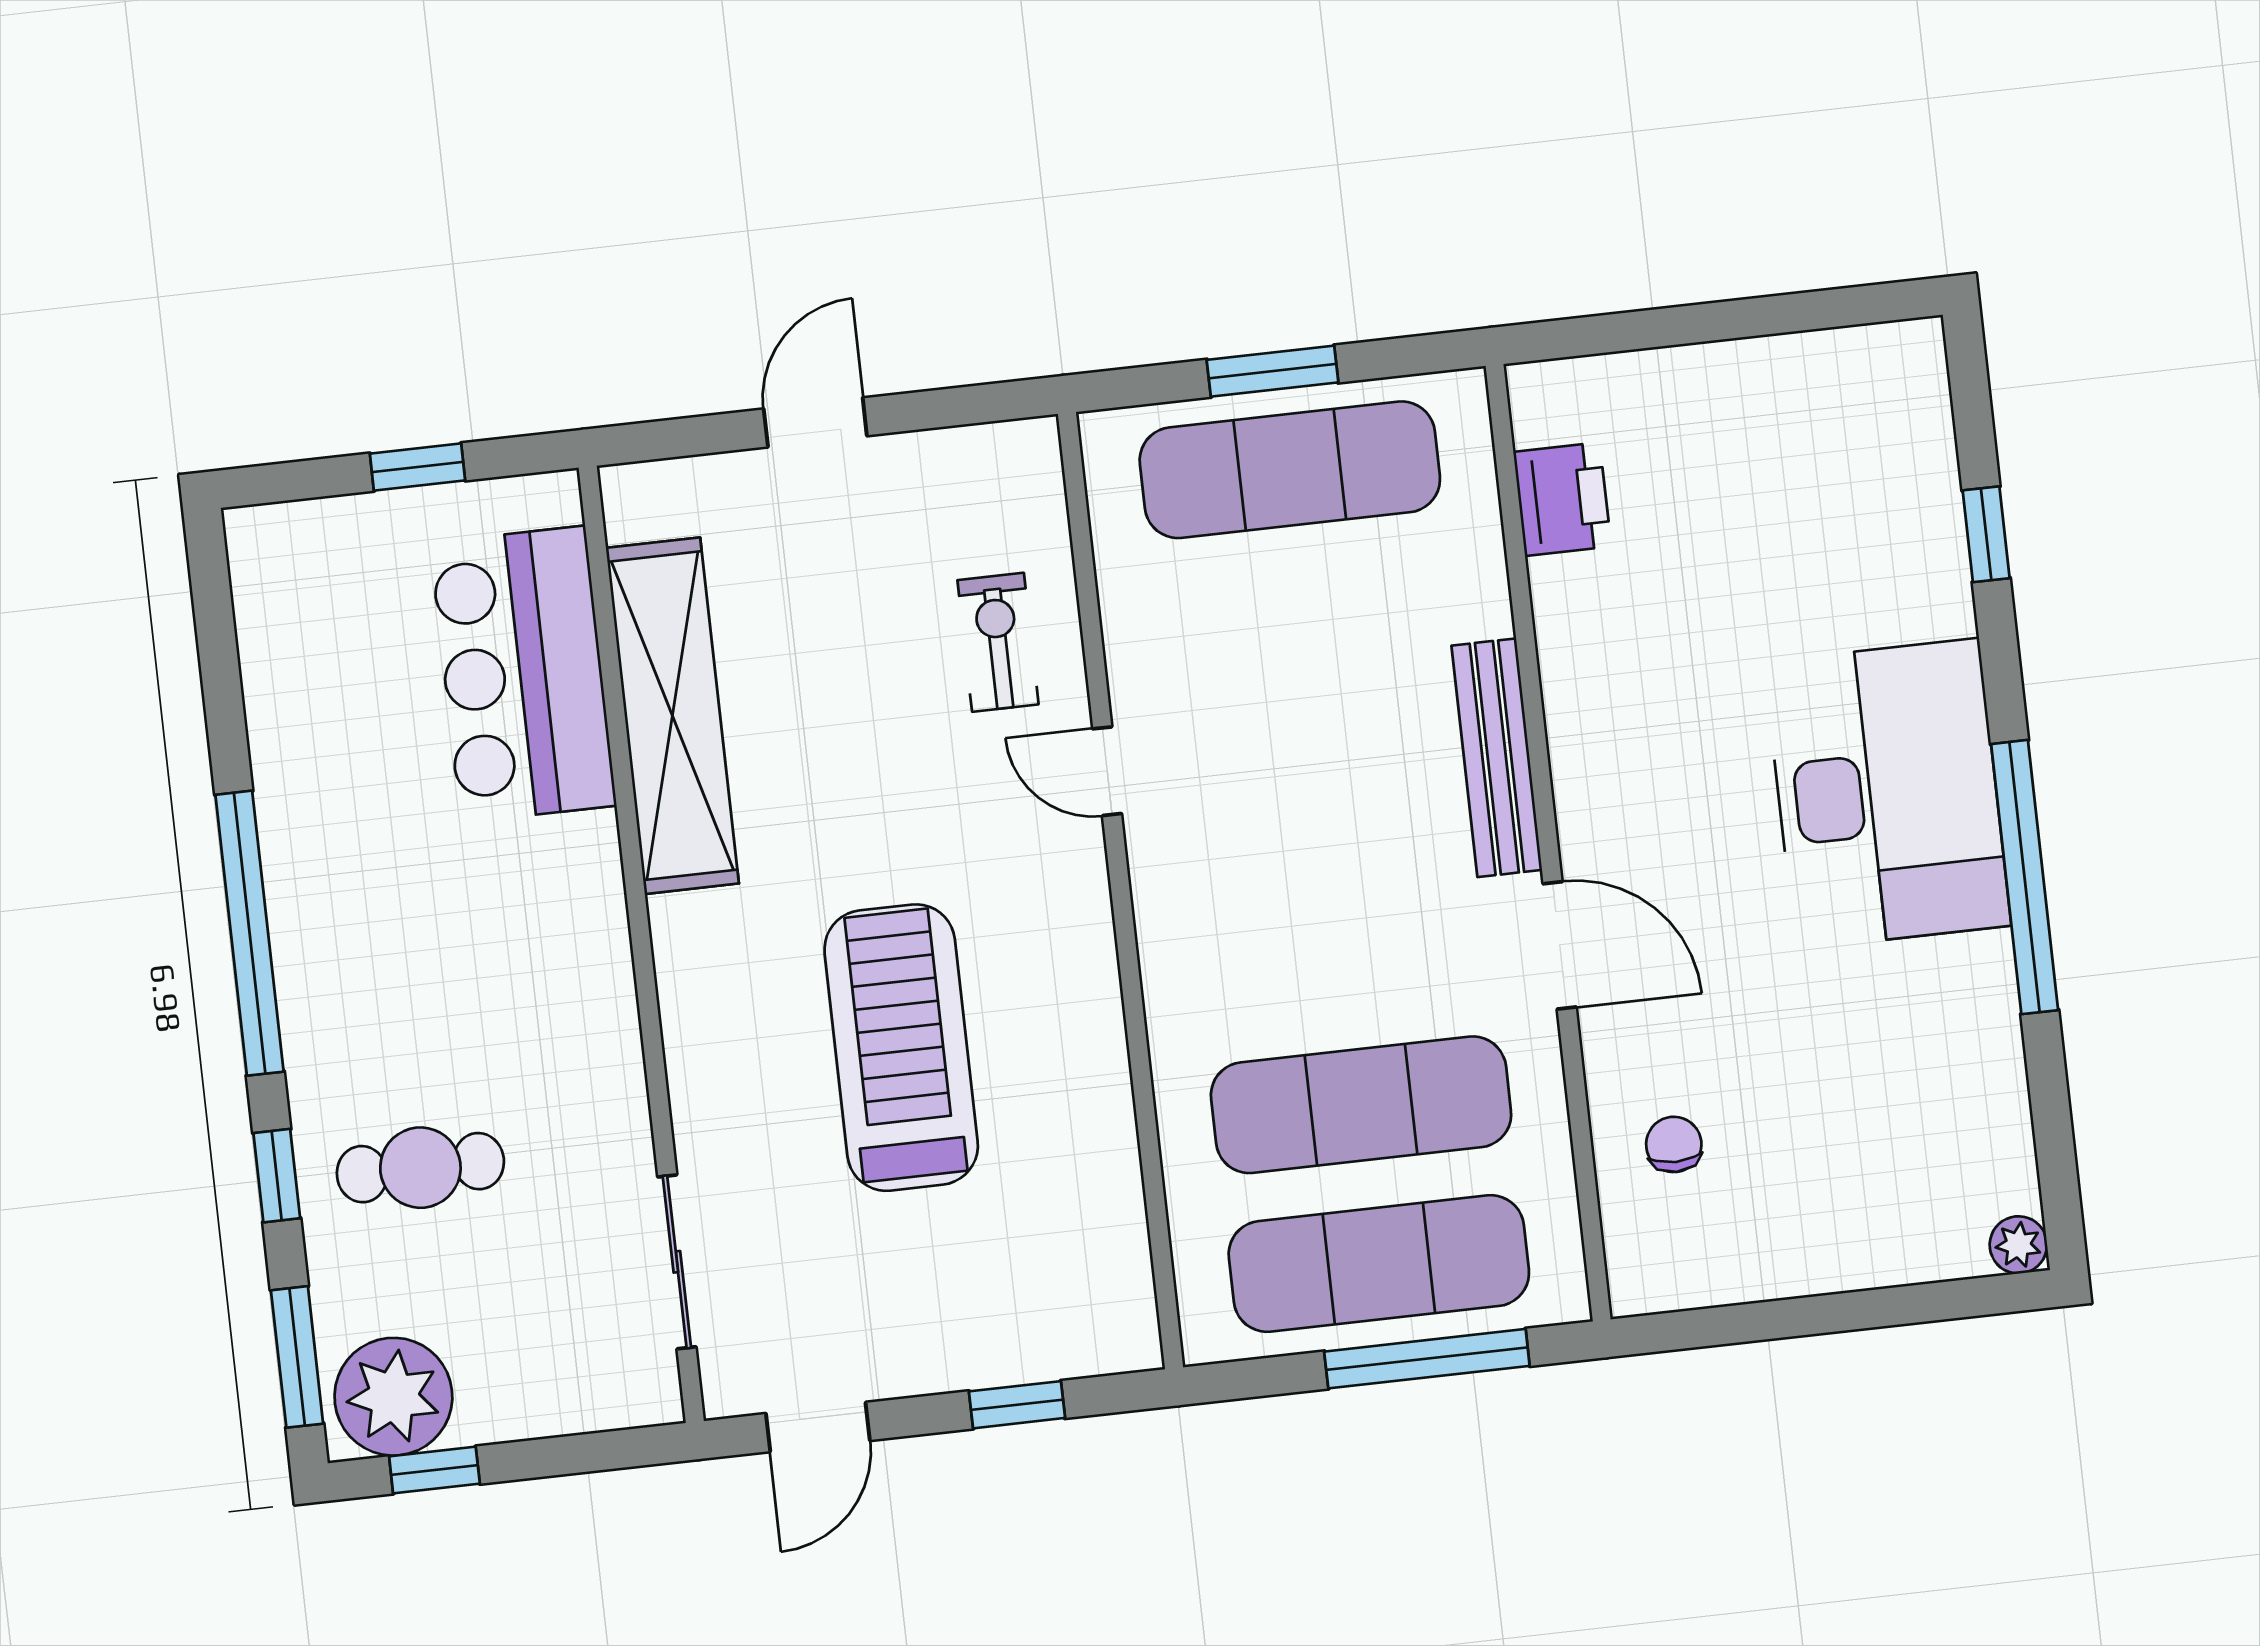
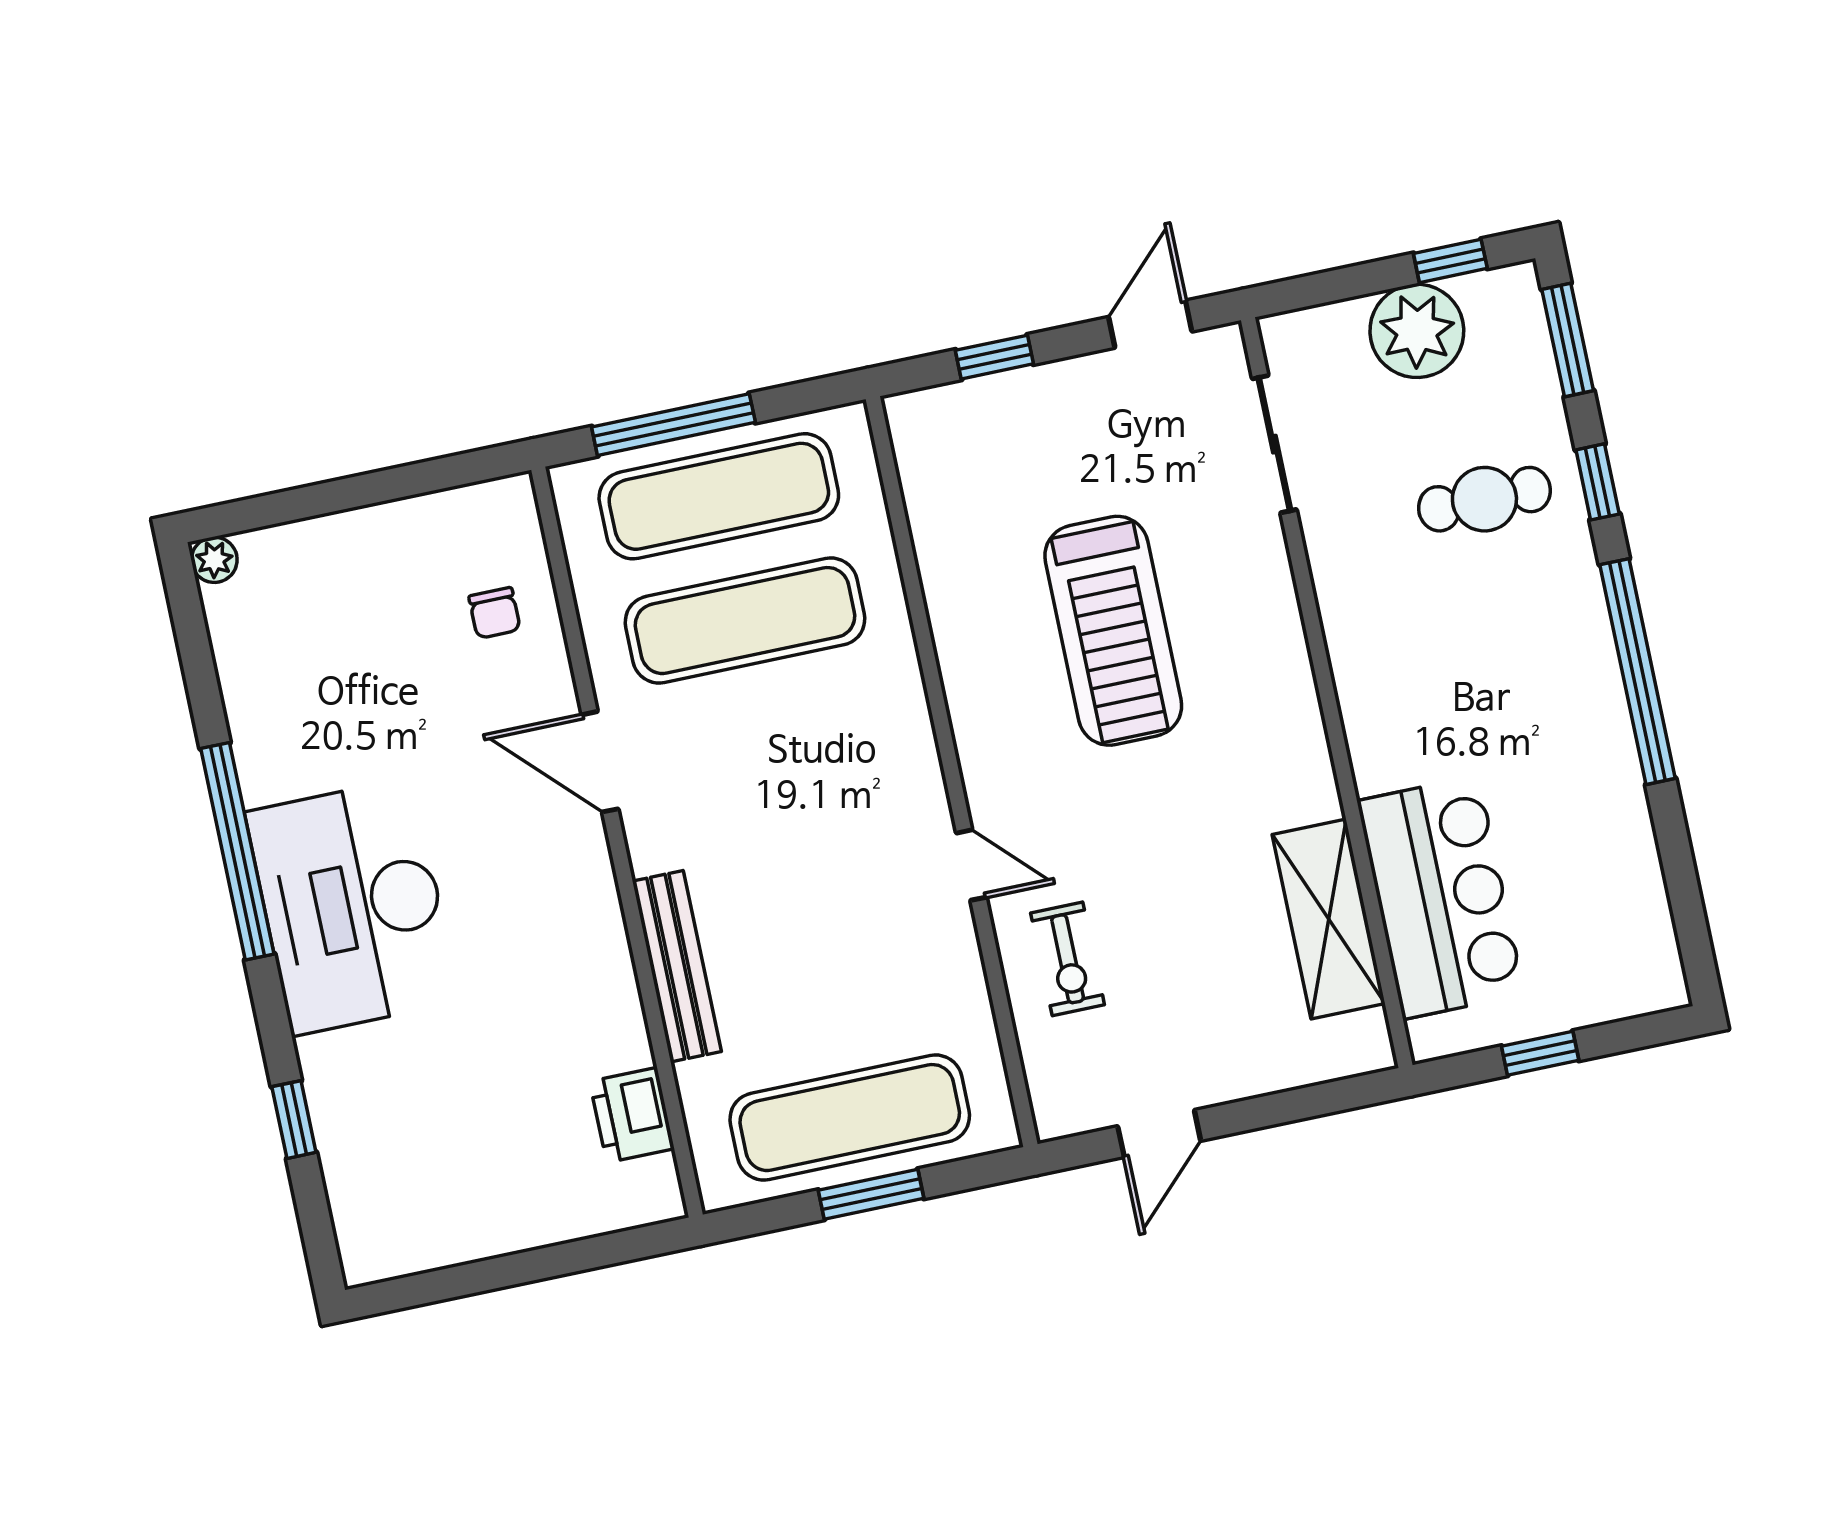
door: (815, 422) -> (1159, 1134), moved
shelving: (672, 716) -> (1329, 919), width x0.68
bench: (1497, 758) -> (677, 966), moved
plant: (393, 1397) -> (1417, 331), moved

